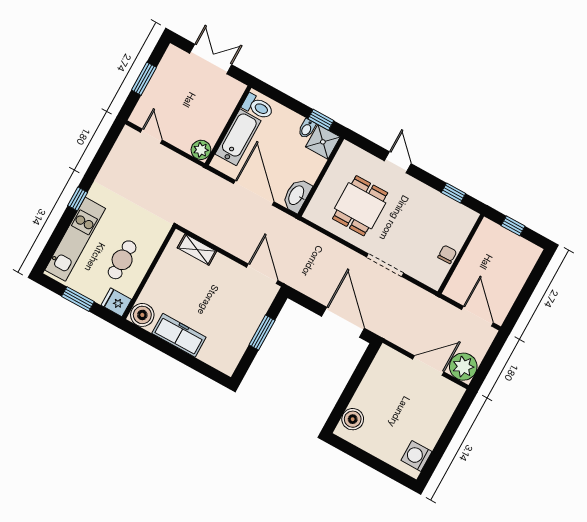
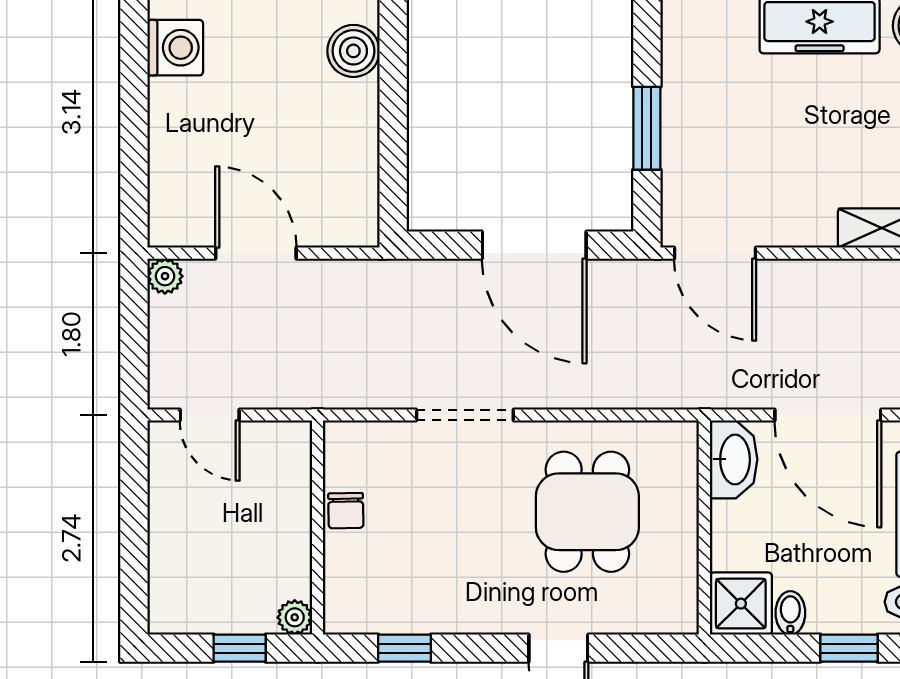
window: (321, 120) -> (849, 648), moved
plant: (487, 226) -> (295, 617), added
door: (477, 316) -> (210, 415), width x0.73
door: (343, 322) -> (534, 245), moved
door: (428, 365) -> (256, 253), swing flipped
plant: (463, 367) -> (165, 276), width x0.53, depth x0.53

